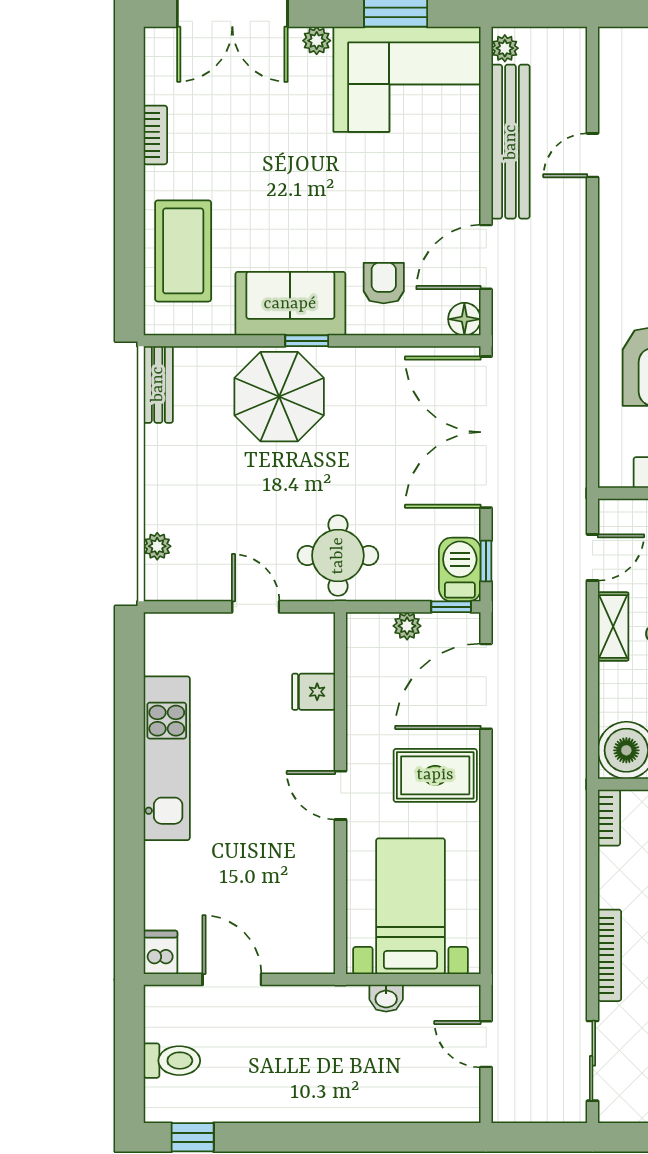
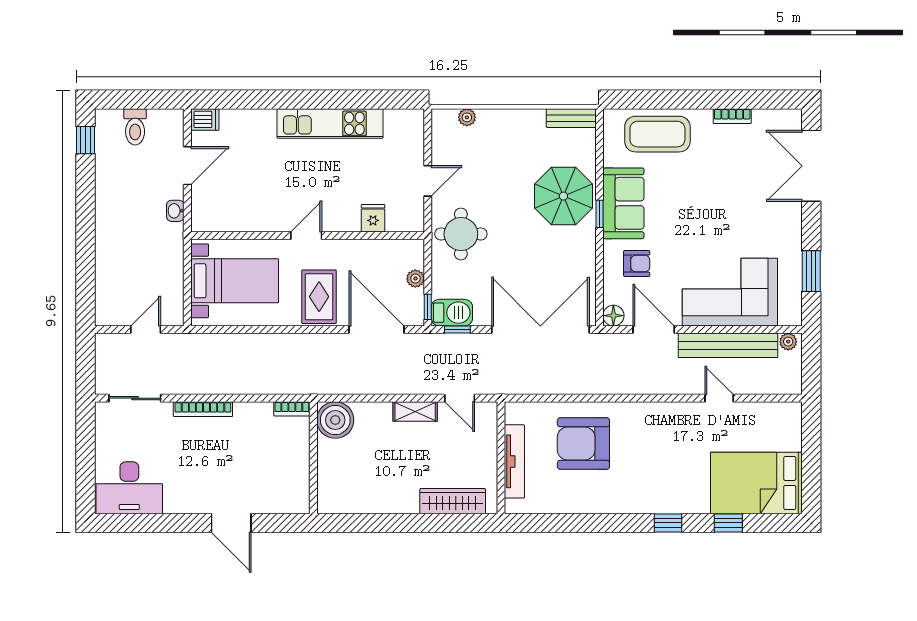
plant: (317, 41) -> (793, 220), removed
corner sofa: (407, 79) -> (730, 292), moved, turned 90
washbasin: (386, 998) -> (175, 211), moved

